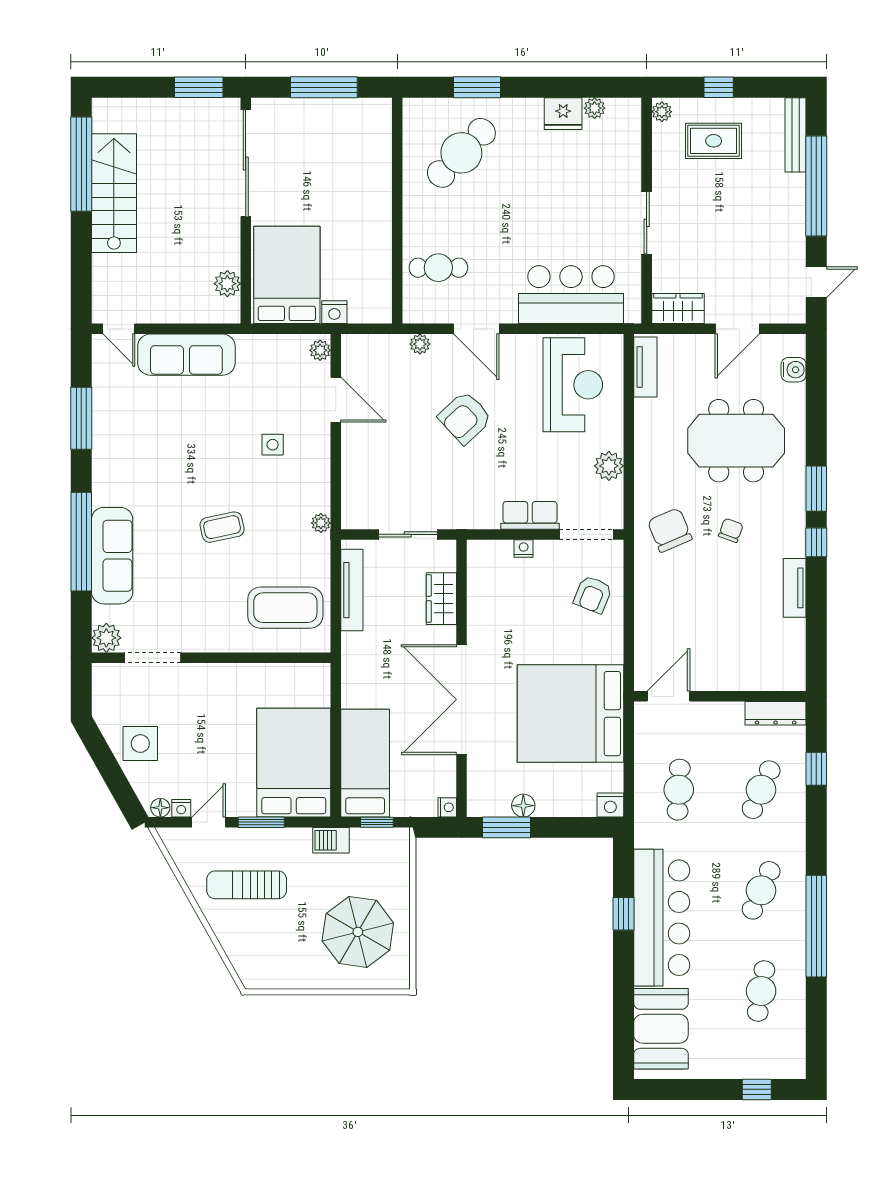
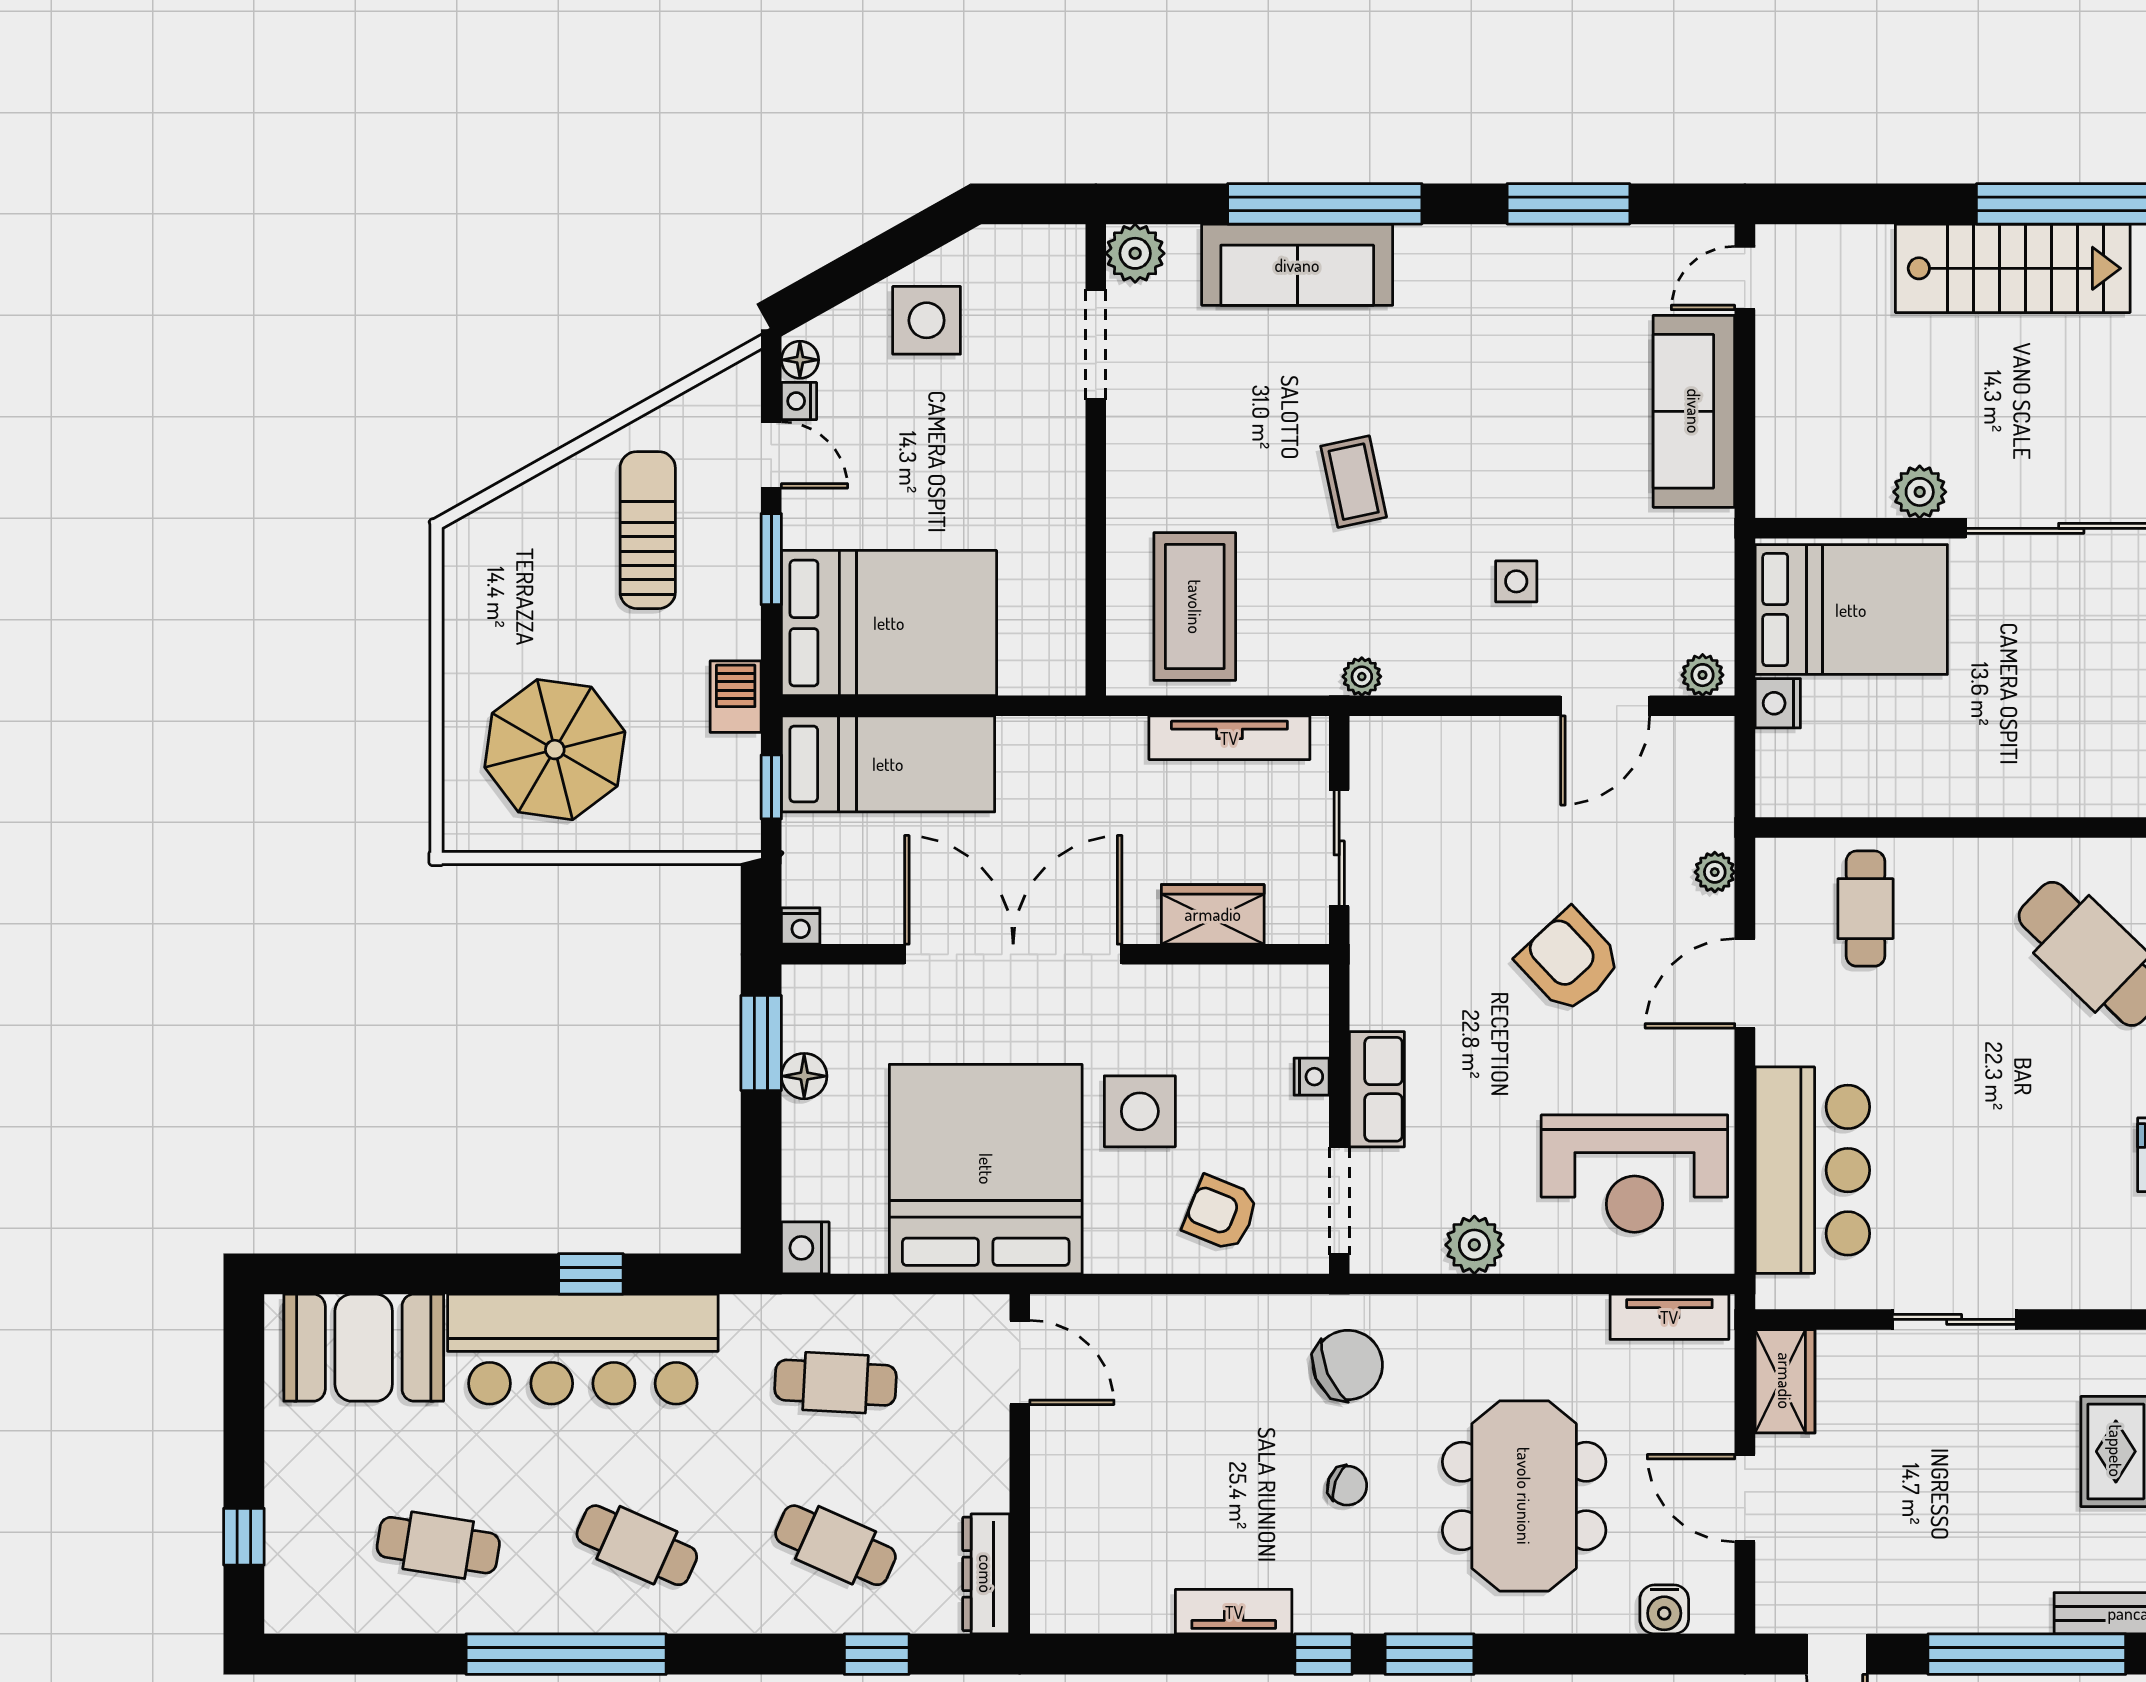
plant: (227, 284) -> (1920, 492), moved
side table: (541, 635) -> (1140, 1111), added

